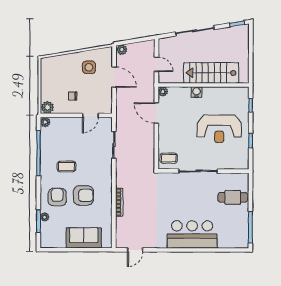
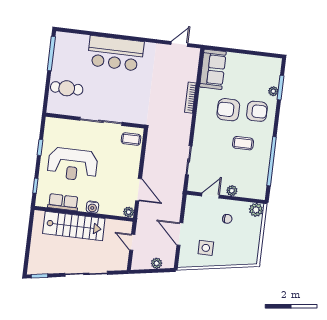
plant: (122, 50) -> (157, 263), moved
row of seats: (224, 93) -> (63, 202), added
plant: (45, 122) -> (232, 191), moved
reception desk: (219, 129) -> (73, 164), turned 180
armchair: (57, 197) -> (257, 111), turned -90
sofa: (84, 238) -> (213, 69), moved, turned -90

